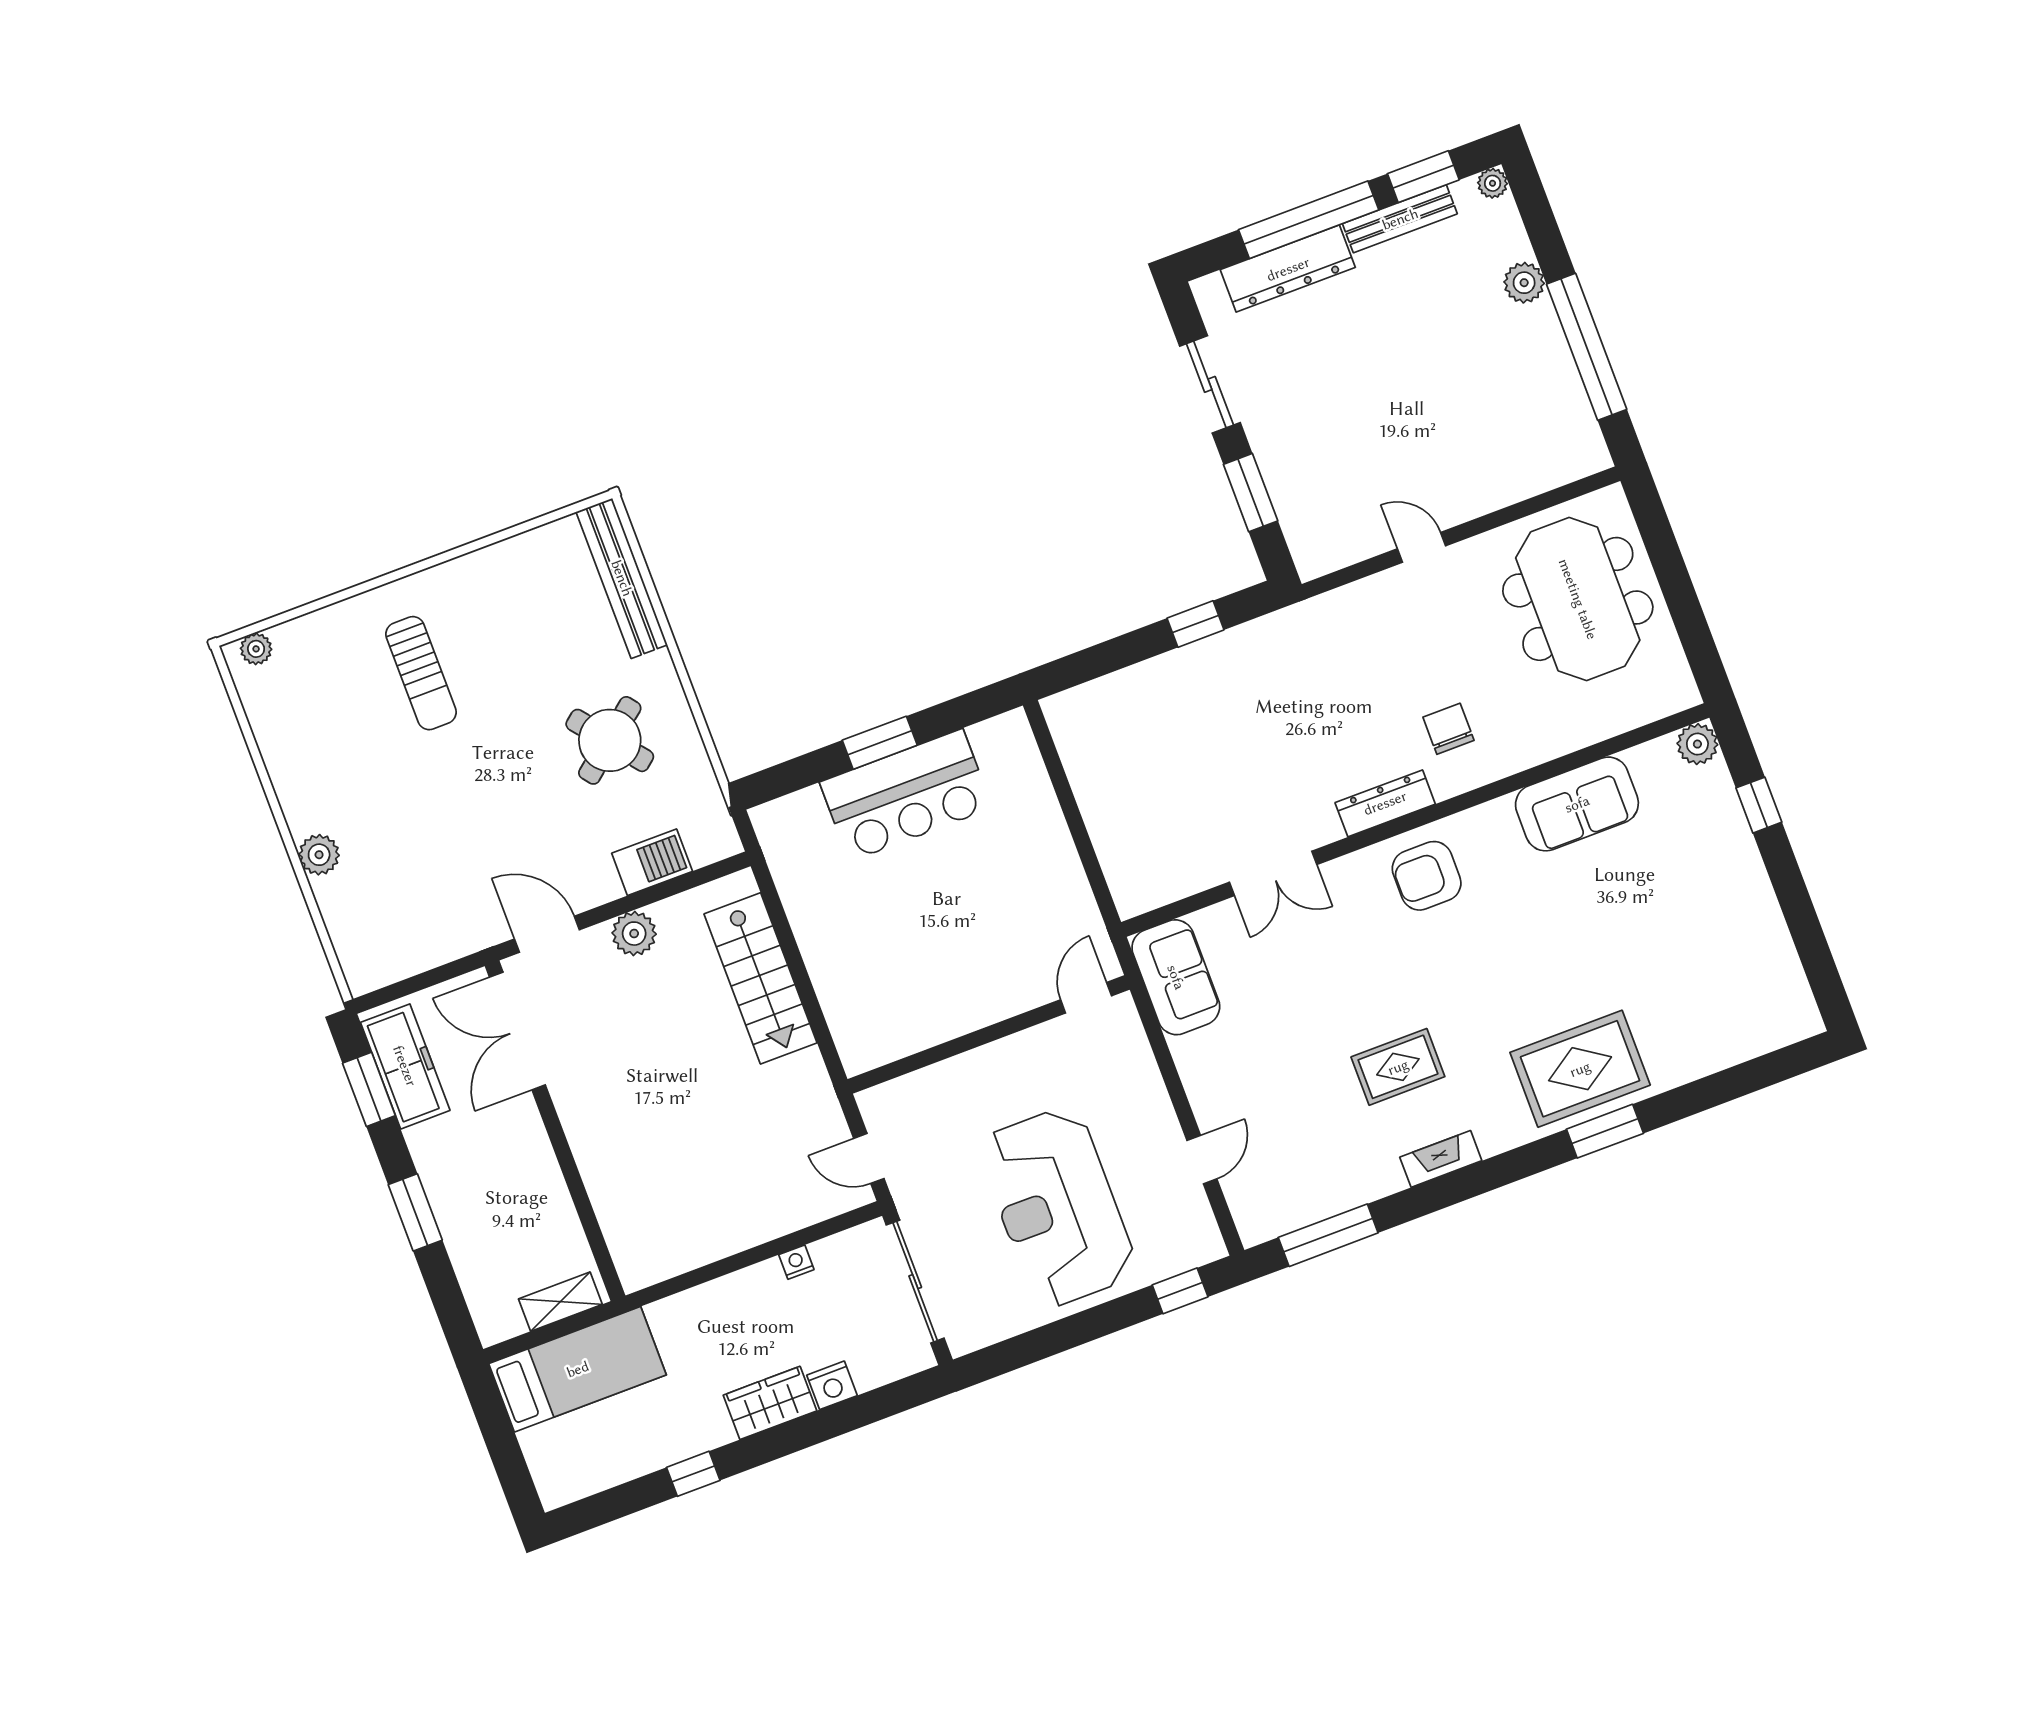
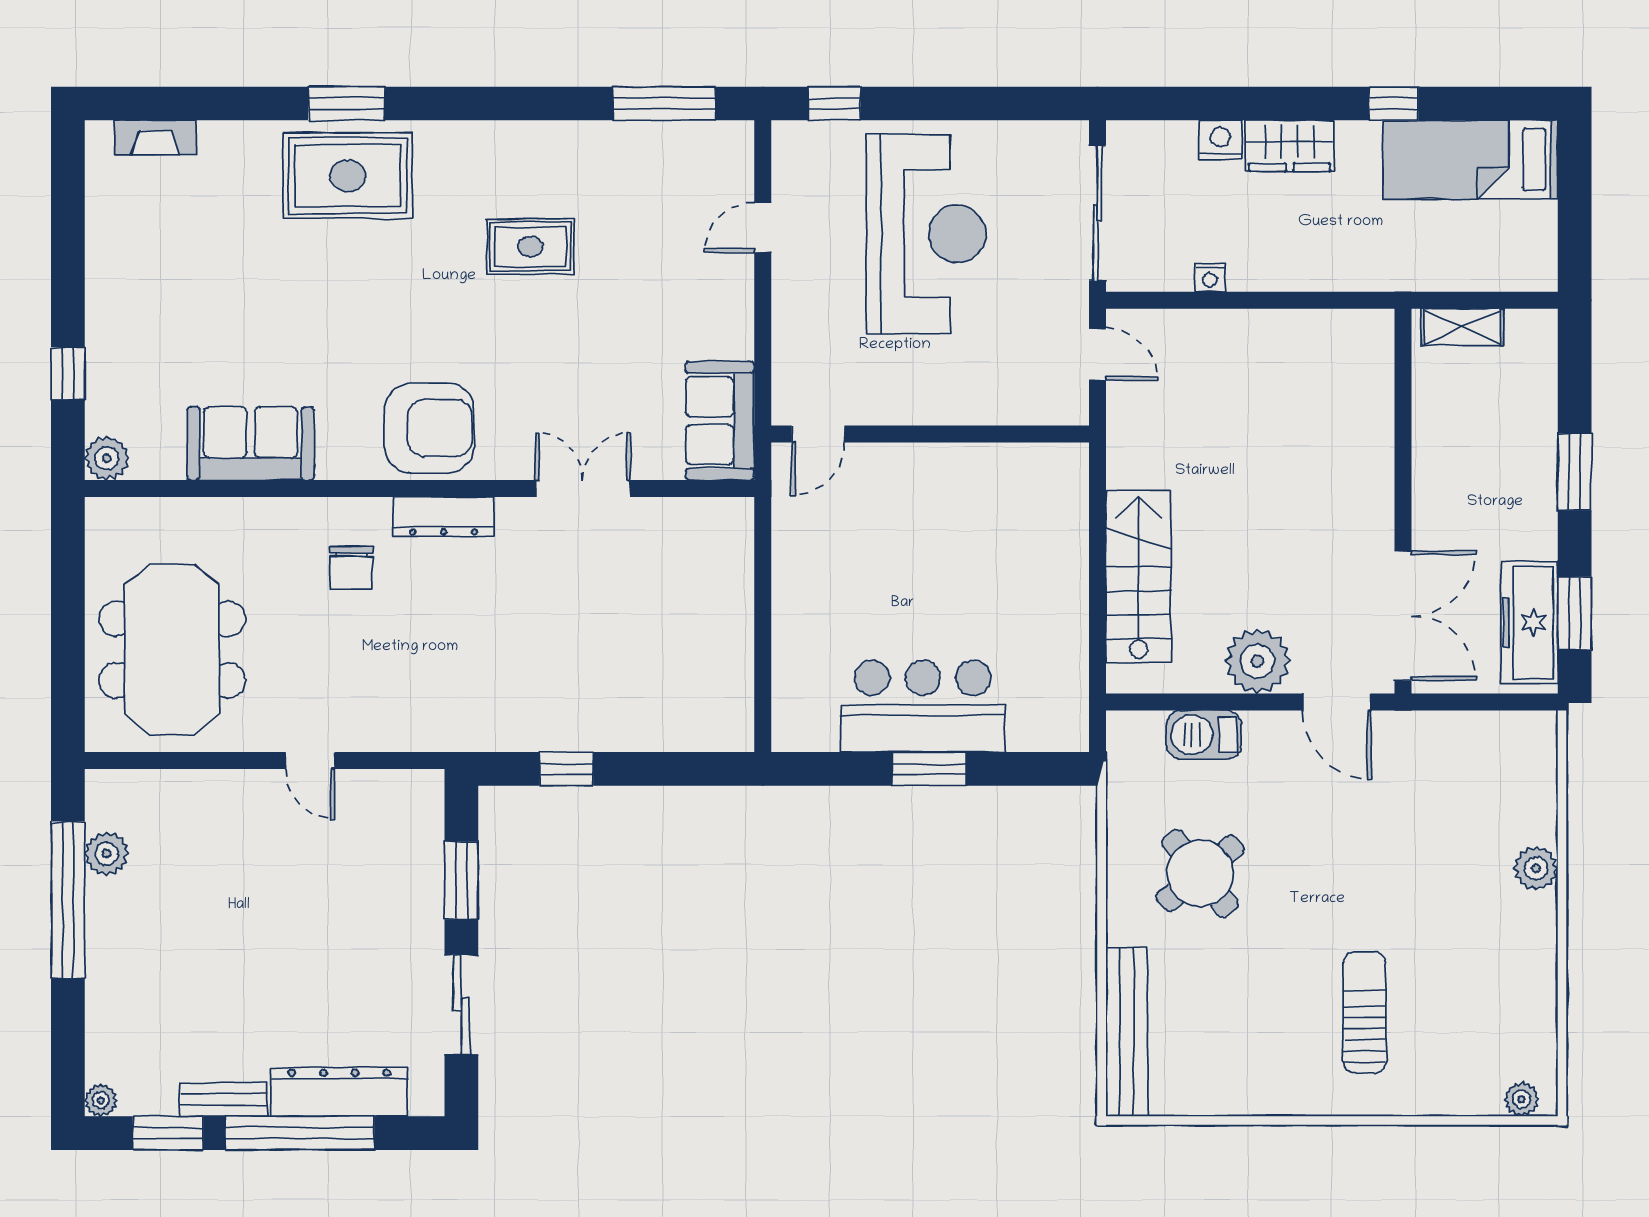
bench: (1400, 219) -> (223, 1100), width x0.73
plant: (1524, 283) -> (107, 854), moved
armchair: (1427, 876) -> (429, 428), width x1.36, depth x1.36
plant: (634, 934) -> (1257, 661), width x1.36, depth x1.36
fireplace: (1441, 1159) -> (155, 138), moved
bed: (578, 1369) -> (1471, 160), moved

